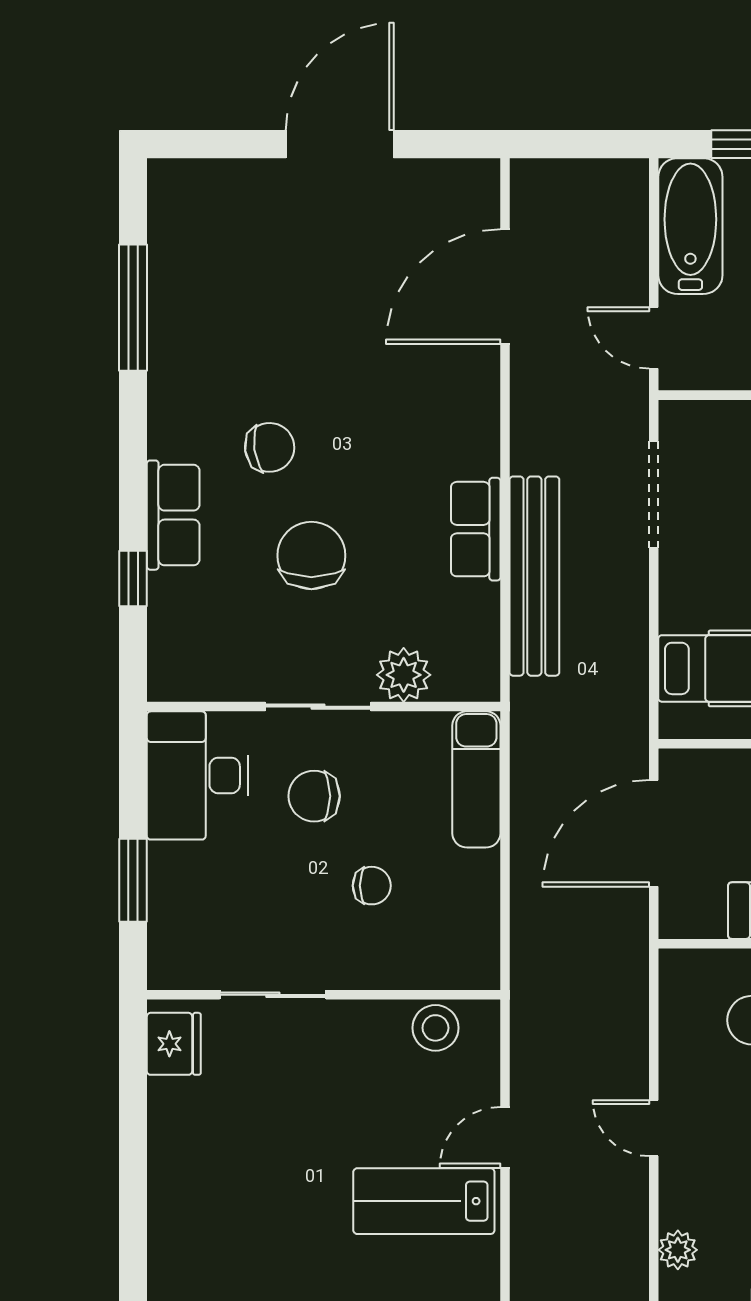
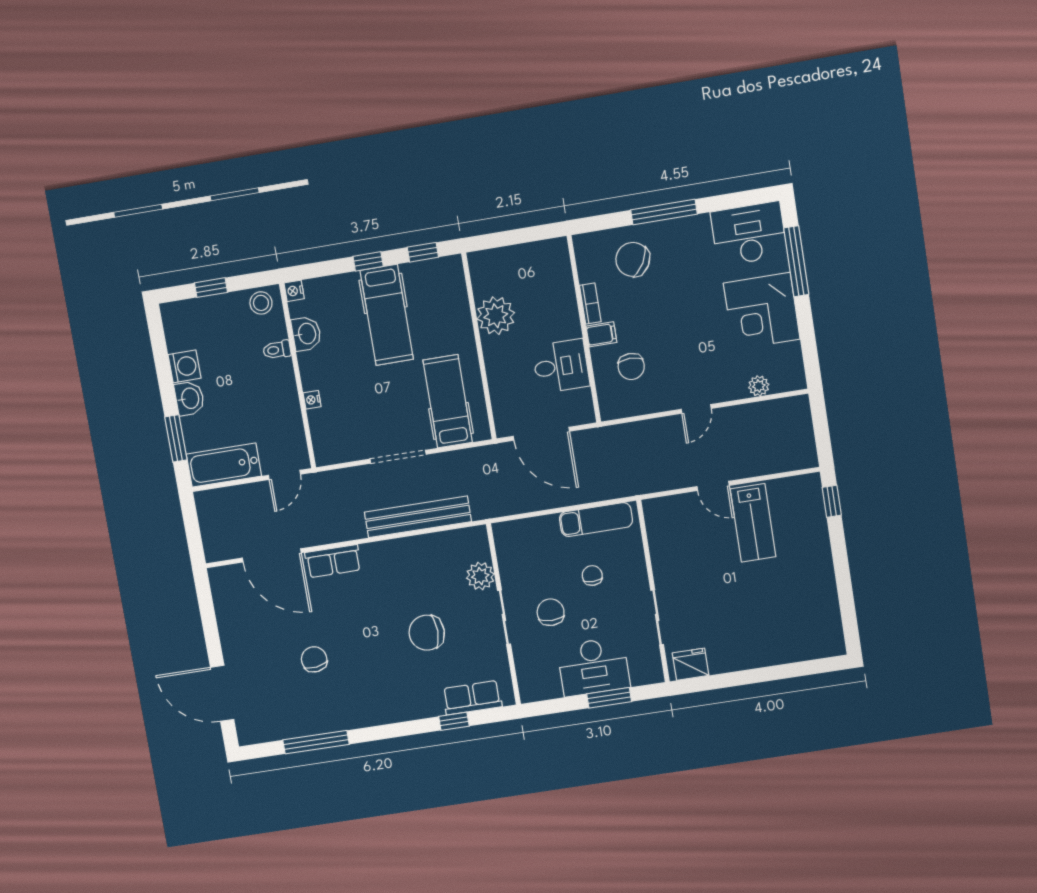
door: (340, 144) -> (222, 693), moved
chair: (270, 447) -> (314, 659), moved
doorway: (654, 495) -> (398, 457), moved
row of seats: (173, 515) -> (472, 698), moved
row of seats: (476, 529) -> (333, 561), moved
desk: (197, 775) -> (593, 667), moved
exam couch: (476, 779) -> (596, 520), moved
chair: (314, 796) -> (551, 612), turned 180
stool: (435, 1028) -> (661, 531), removed

